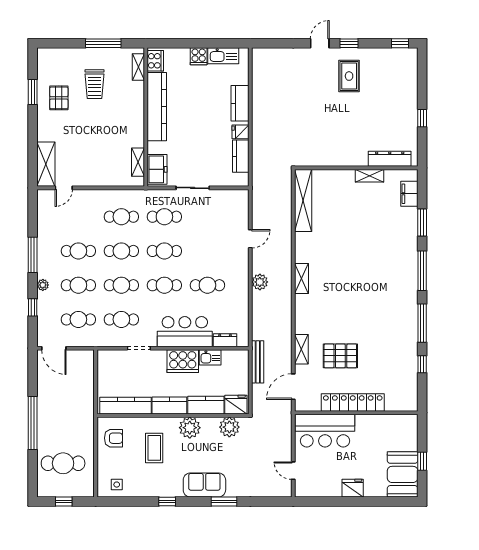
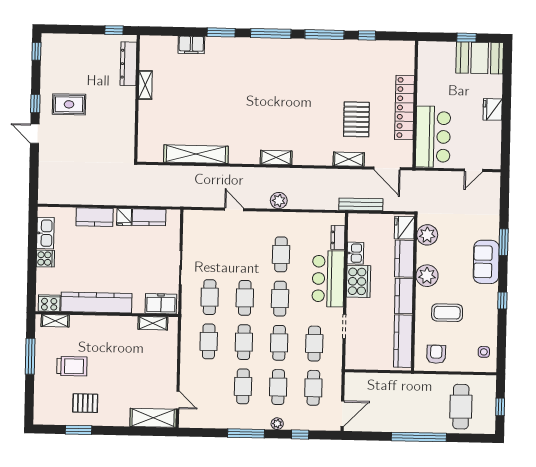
dresser: (390, 159) -> (128, 64), moved
wall: (356, 168) -> (137, 98), moved
shelving: (369, 176) -> (145, 85), moved

